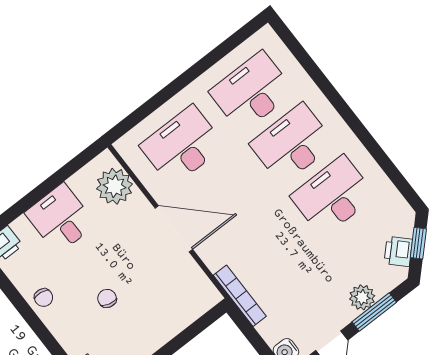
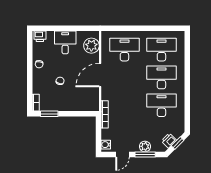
door: (174, 229) -> (100, 75), swing flipped

